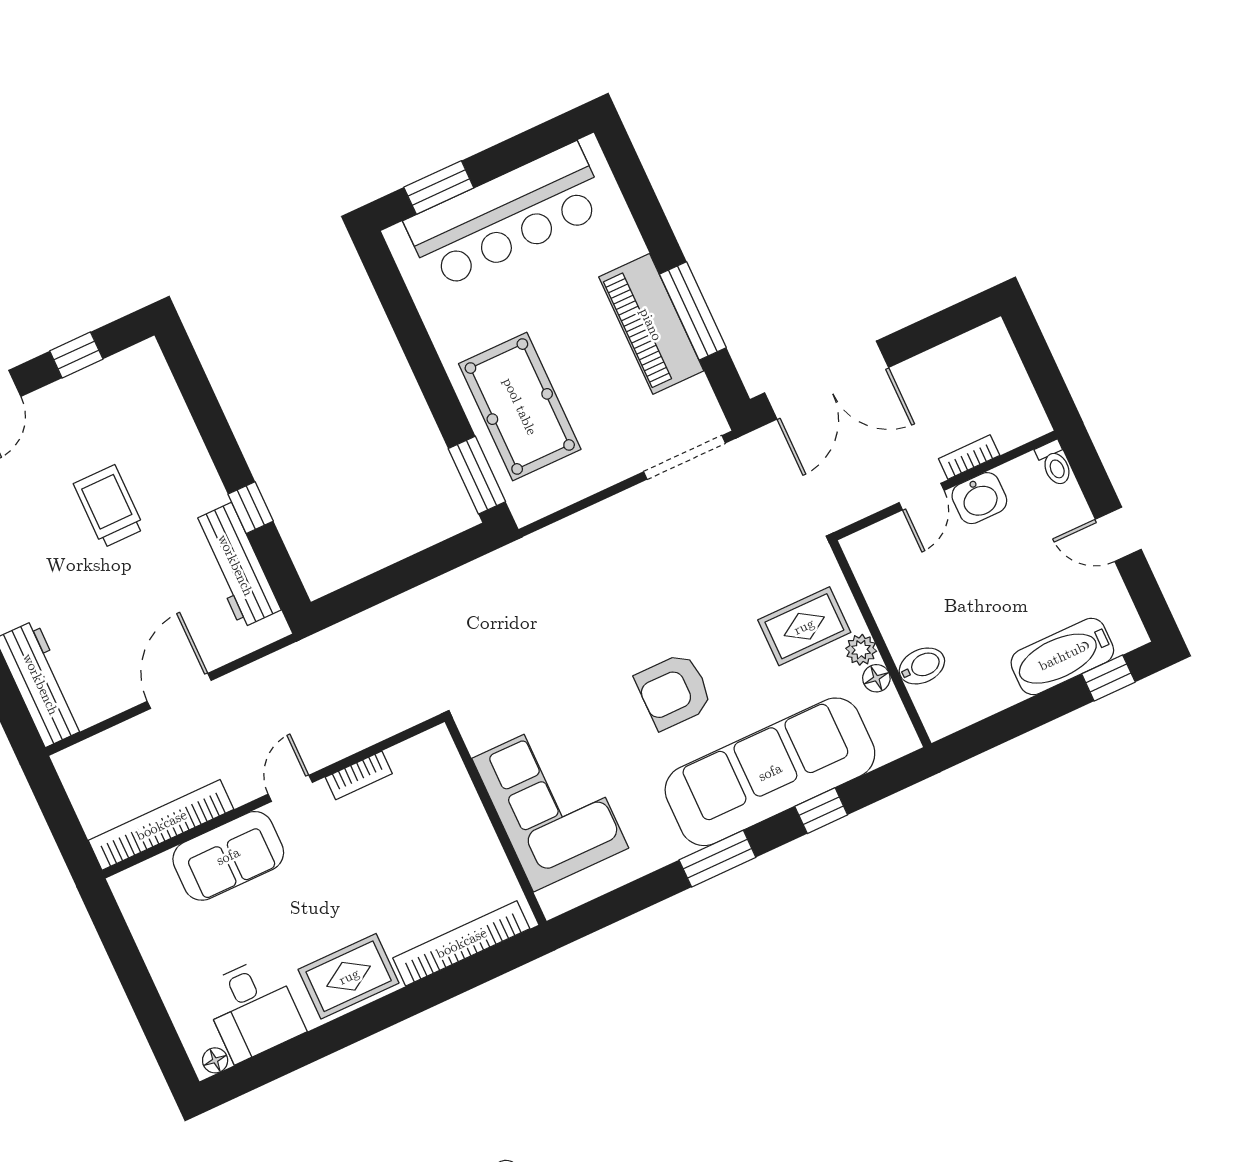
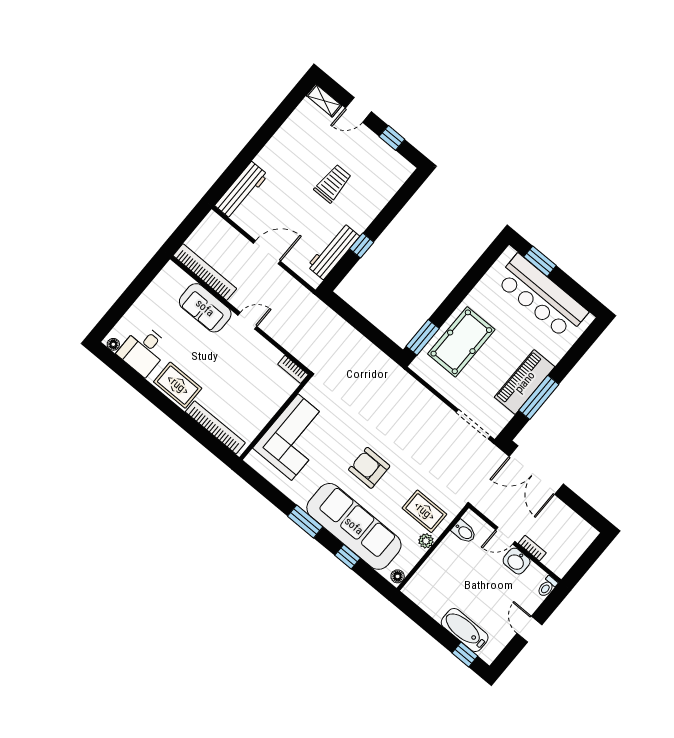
bidet: (922, 666) -> (464, 532), moved
floor lamp: (876, 678) -> (398, 576), moved
bookcase: (359, 775) -> (293, 369), moved

